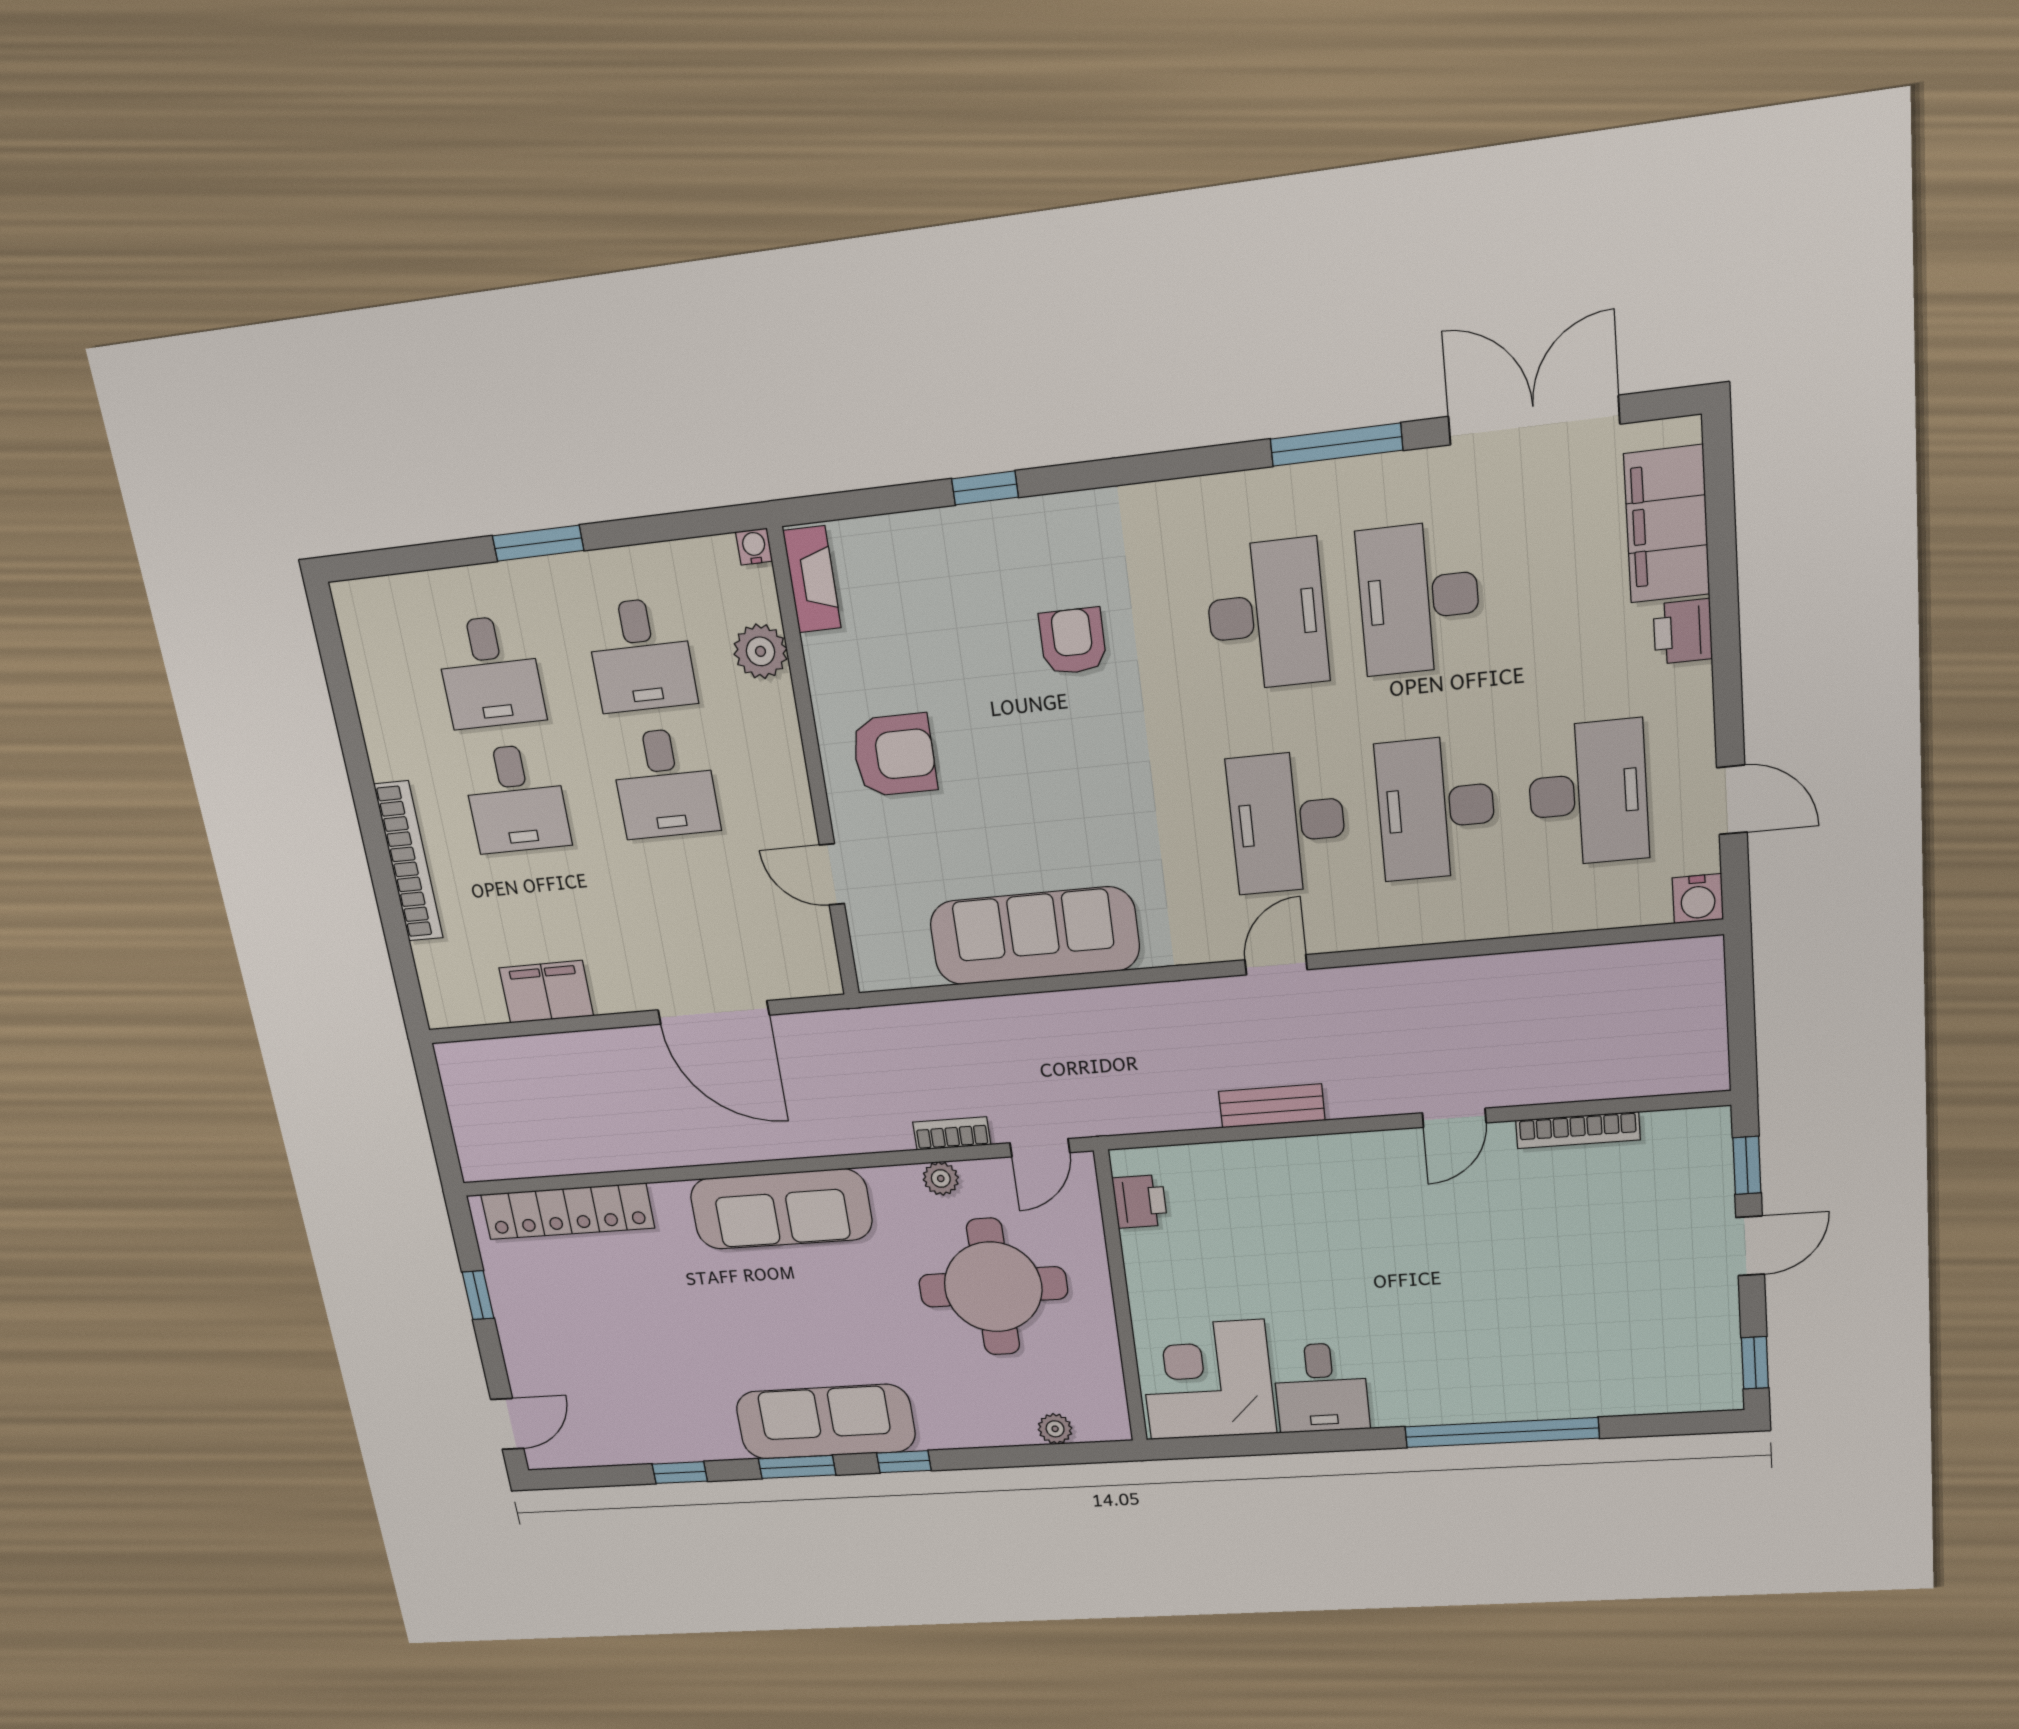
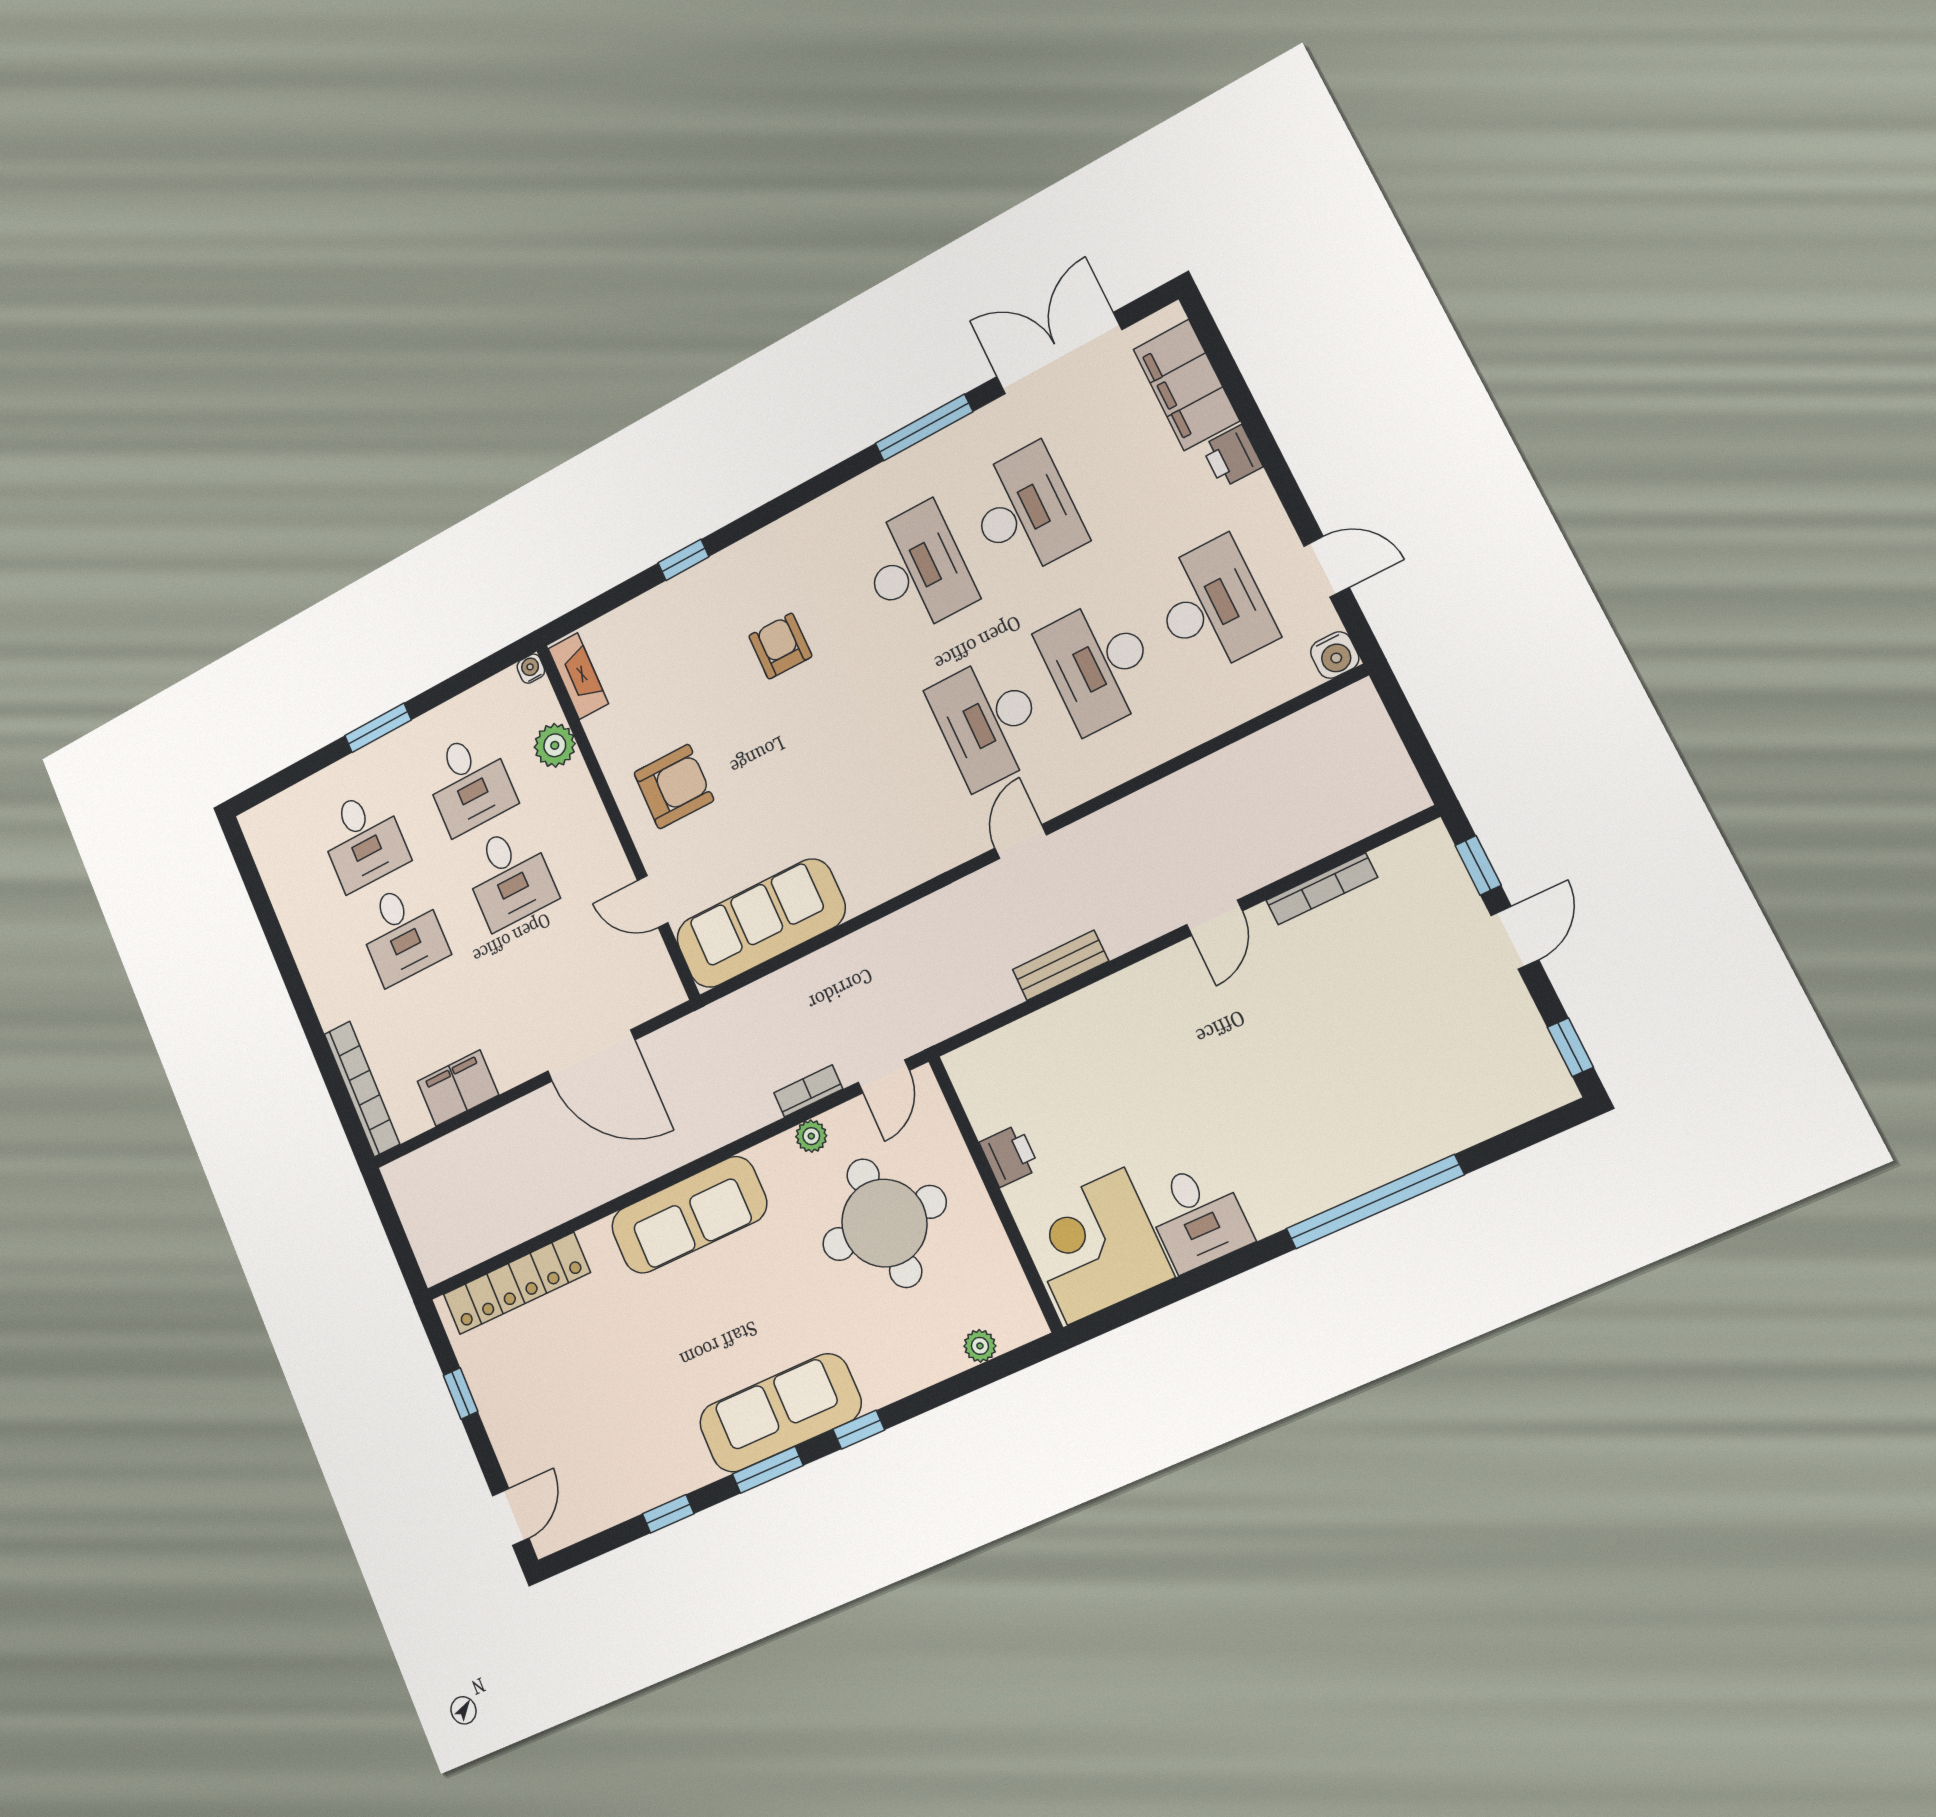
desk: (1419, 598) -> (1025, 511), turned 180
bookcase: (409, 861) -> (362, 1089), moved
sofa: (1034, 936) -> (761, 923), moved
printer: (1140, 1201) -> (1009, 1156), moved

